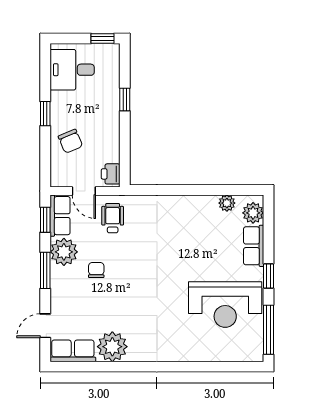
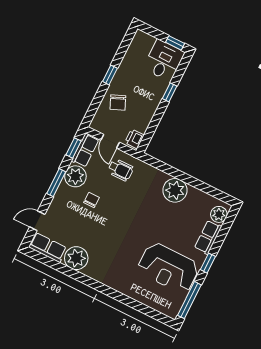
desk: (72, 70) -> (164, 60), moved, turned 90
plant: (227, 203) -> (175, 190), moved, width x1.87, depth x1.87
wheelchair: (113, 218) -> (121, 170), turned 90

